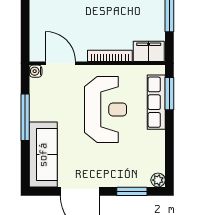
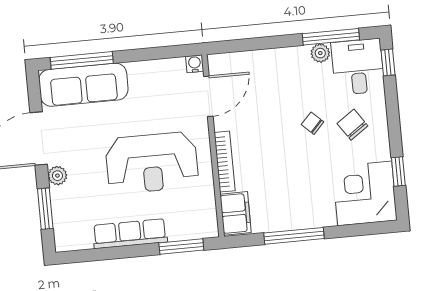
row of seats: (156, 102) -> (130, 234), moved
window: (25, 117) -> (82, 60), moved
plant: (158, 180) -> (57, 176), moved

